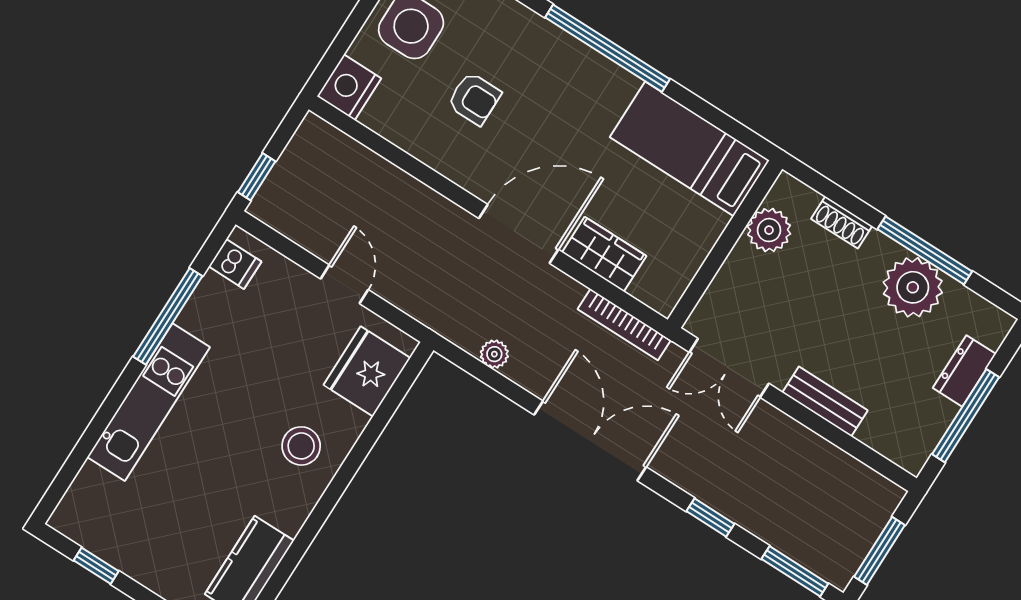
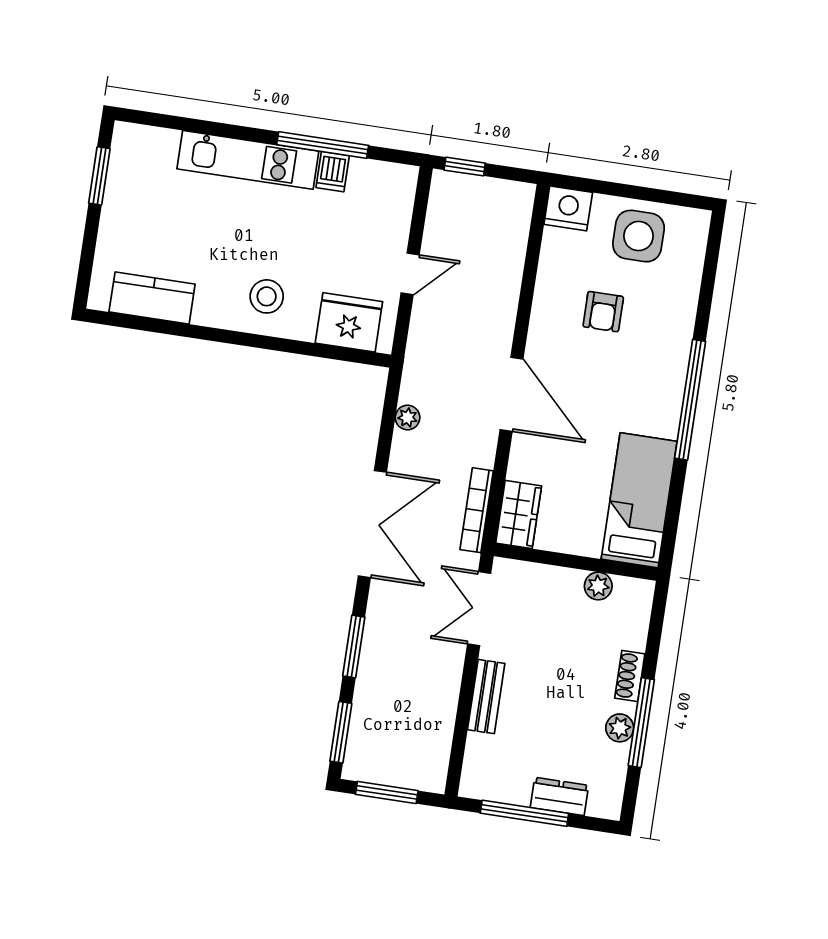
shoe rack: (842, 222) -> (630, 676), moved
plant: (769, 230) -> (598, 586), width x0.73, depth x0.73
wardrobe: (604, 254) -> (519, 515), moved
dishwasher: (235, 264) -> (333, 172), moved
plant: (913, 287) -> (620, 728), width x0.53, depth x0.53
window: (710, 517) -> (354, 646), width x1.50
window: (96, 566) -> (99, 176), width x1.50

